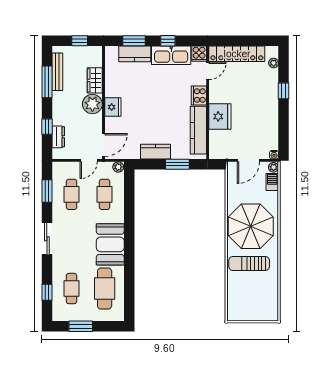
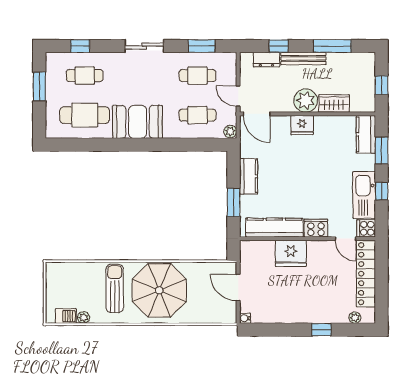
kitchen counter: (135, 54) -> (366, 134), moved
bench: (57, 72) -> (303, 58), moved
plant: (273, 167) -> (84, 318), moved
barbecue: (272, 182) -> (66, 316), moved

